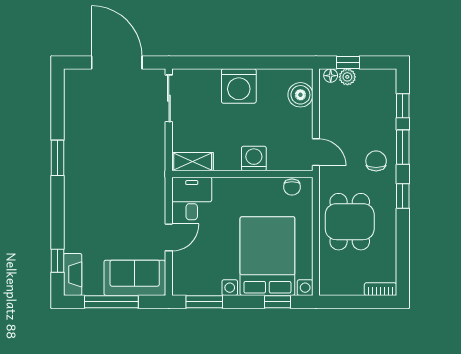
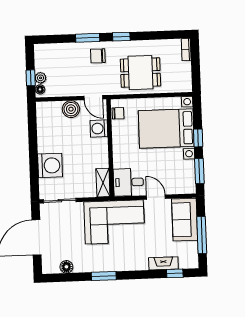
washing machine: (239, 86) -> (50, 165), moved
boiler: (300, 95) -> (71, 109), moved
floor lamp: (73, 104) -> (66, 267), added
window: (403, 106) -> (59, 39), removed
door: (316, 152) -> (93, 98), swing flipped
washing machine: (254, 159) -> (99, 128), moved
corner sofa: (135, 176) -> (114, 222), added
fireplace: (73, 274) -> (163, 263), moved
window: (277, 302) -> (198, 138), moved

